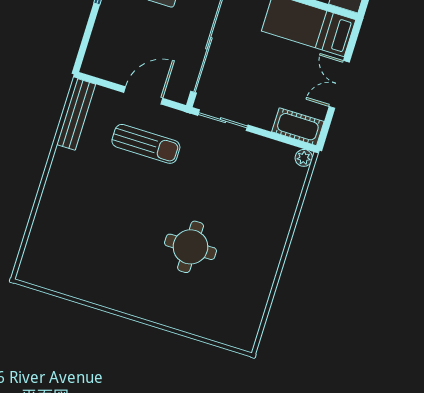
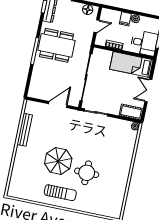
bench: (76, 114) -> (25, 130), moved
sun lounger: (146, 144) -> (60, 193), moved
parasol: (132, 216) -> (58, 161), added

